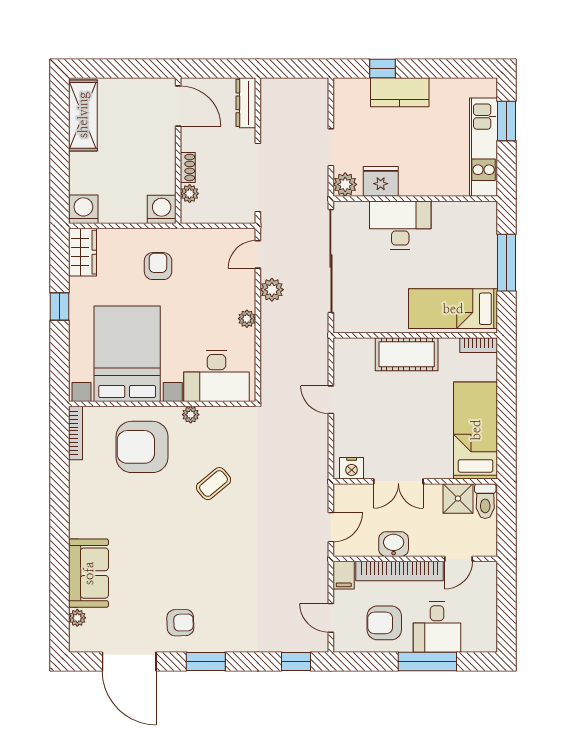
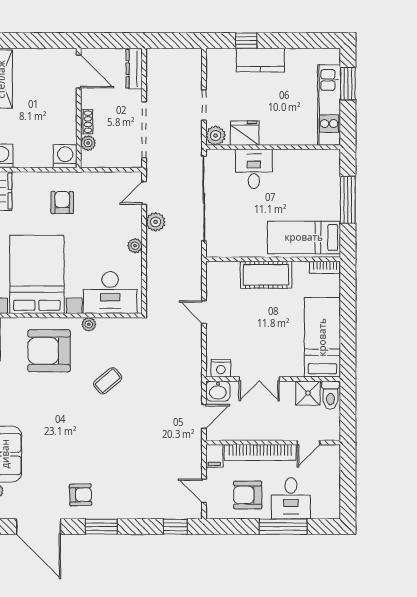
desk: (400, 225) -> (254, 169), width x0.73
washbasin: (394, 544) -> (218, 391), moved, turned 180

